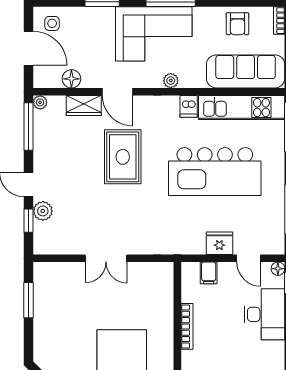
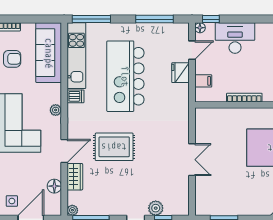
kitchen island: (215, 172) -> (125, 76), turned 180

